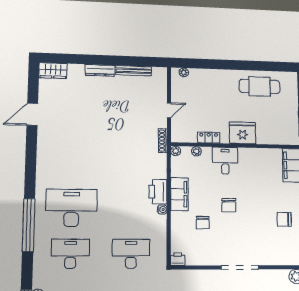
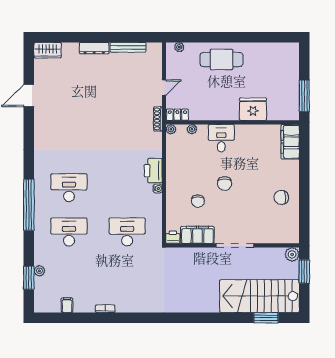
cafe table: (260, 86) -> (221, 59), moved
fridge: (243, 133) -> (253, 109), moved
locker: (209, 138) -> (177, 115), moved
filing cabinet: (179, 194) -> (197, 235), moved, turned -90
desk: (71, 208) -> (69, 188), width x0.73, depth x0.77

